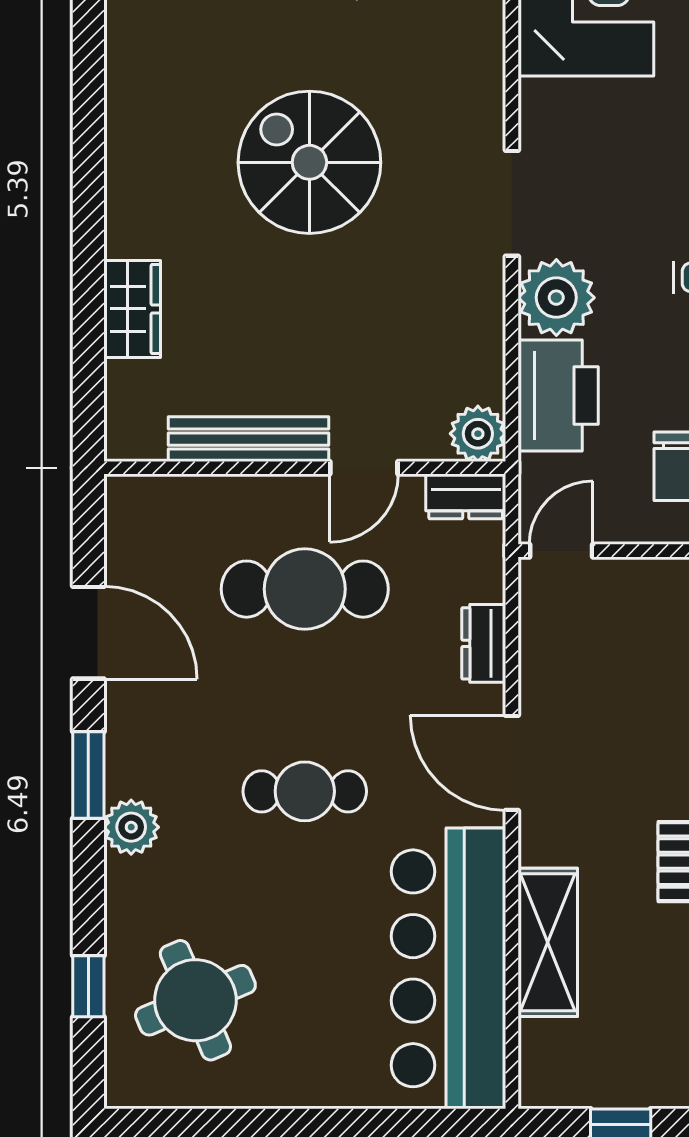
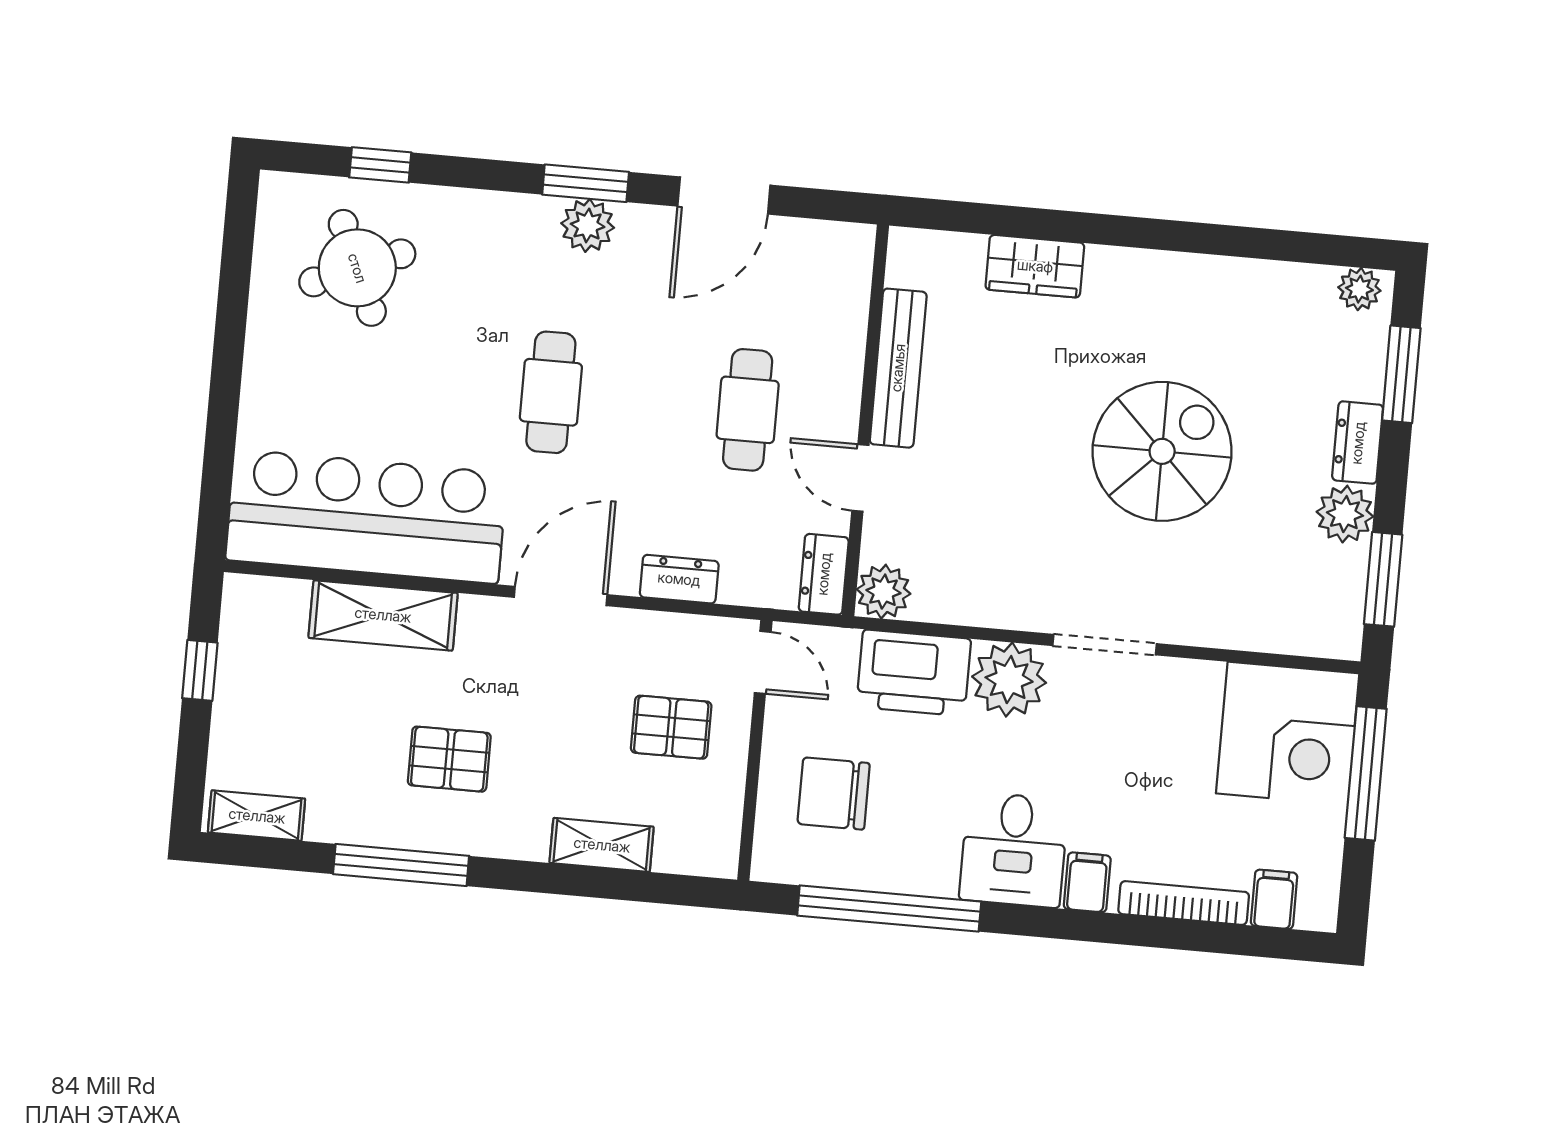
cafe table: (305, 589) -> (748, 410), width x0.73, depth x0.74
pallet: (636, 638) -> (671, 727), added
plant: (131, 827) -> (588, 225), moved

